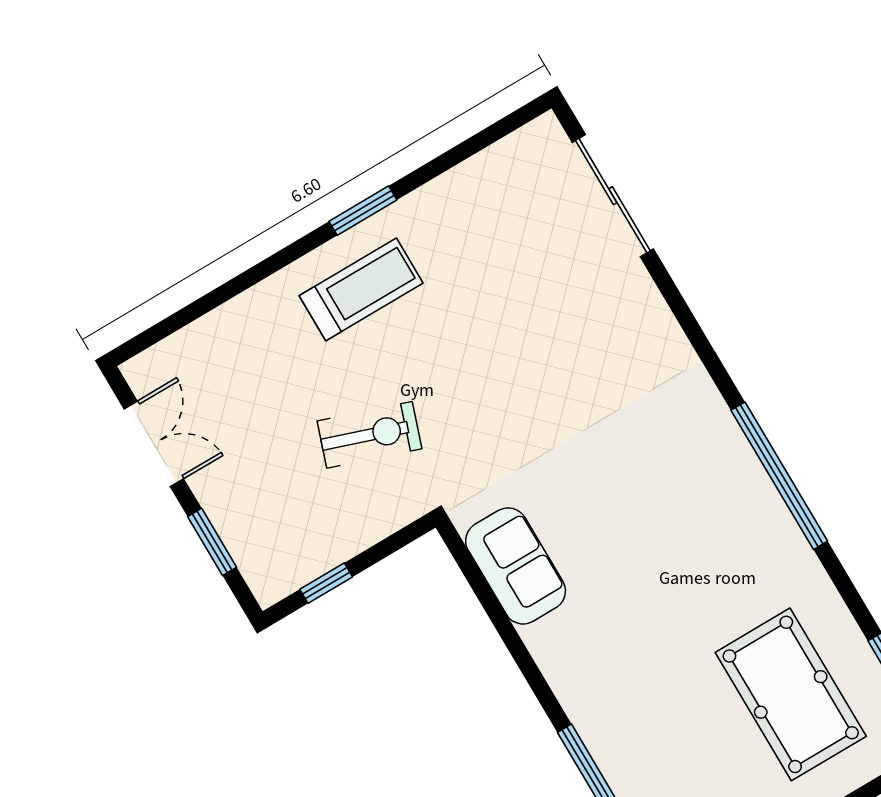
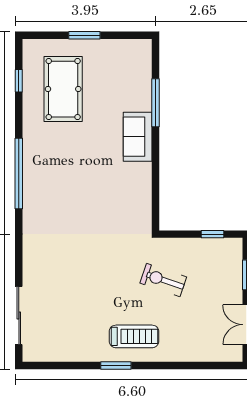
treadmill: (361, 289) -> (134, 336), turned 180
sofa: (516, 566) -> (138, 137), moved

